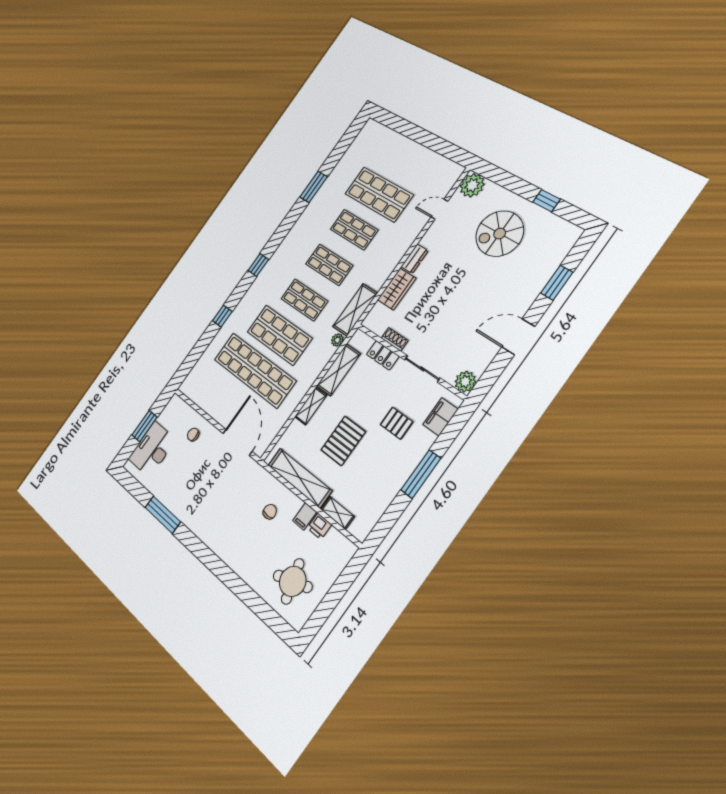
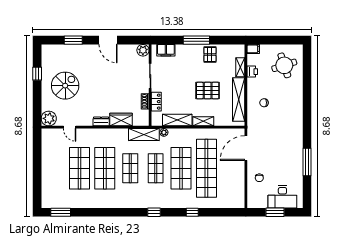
window: (314, 187) -> (61, 212), moved
shop shelf: (354, 230) -> (105, 168), width x1.43, depth x1.36
spiral stairs: (500, 234) -> (65, 86), turned -90
pallet: (397, 423) -> (210, 54), moved
filing cabinet: (305, 516) -> (253, 49), moved

